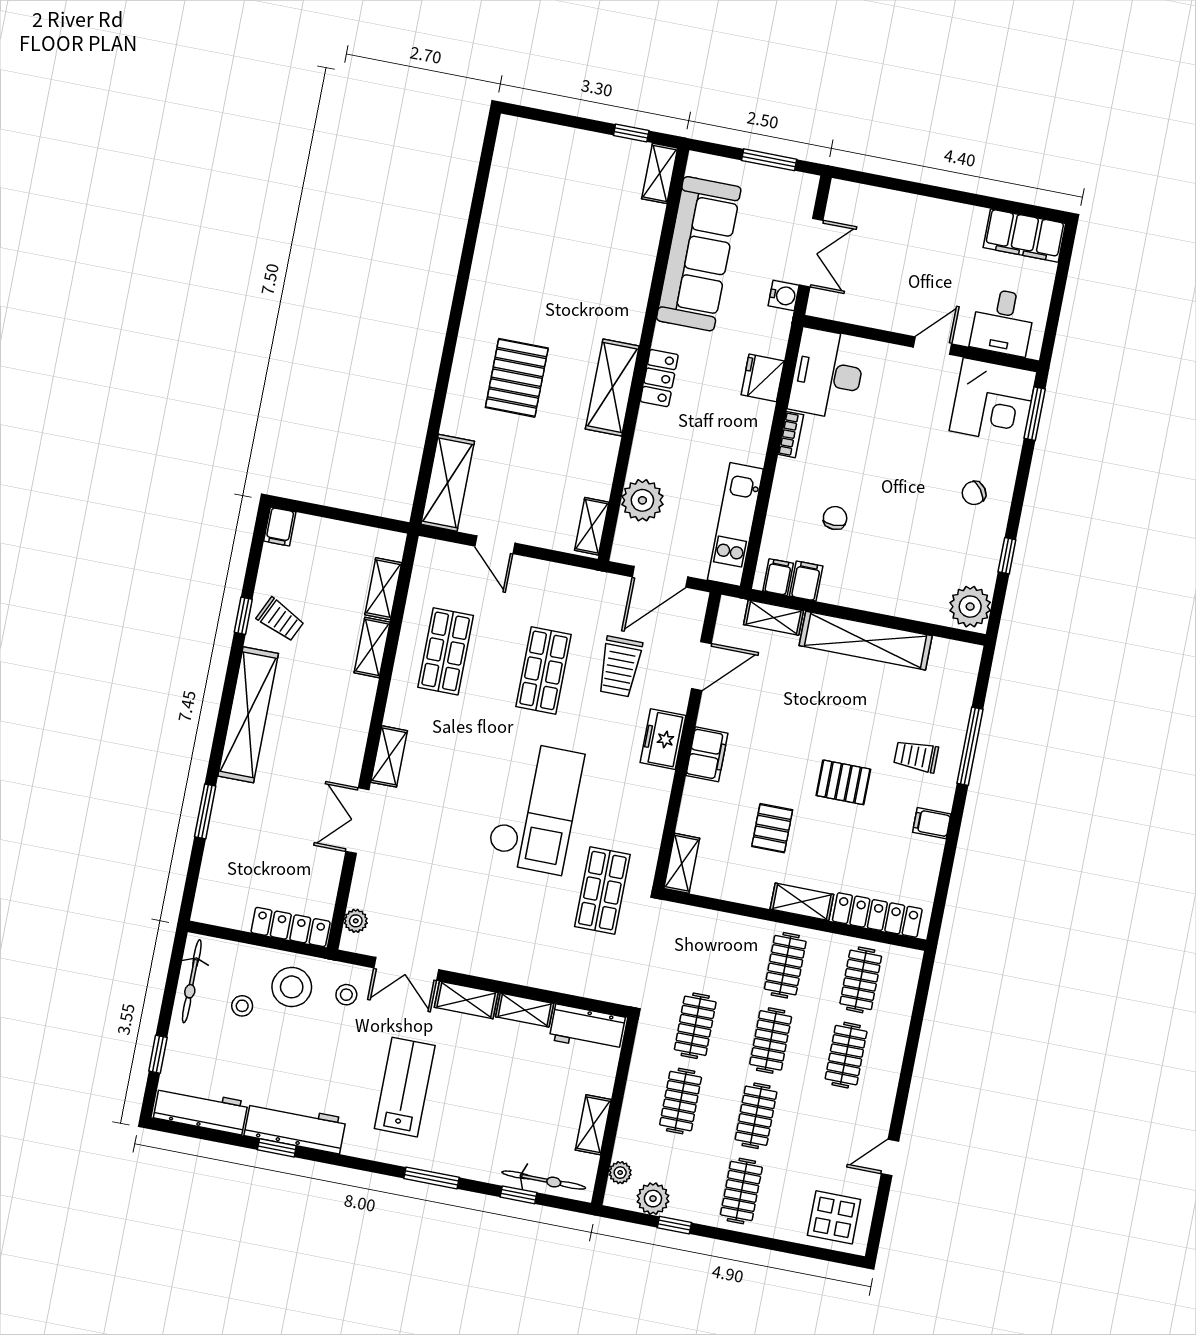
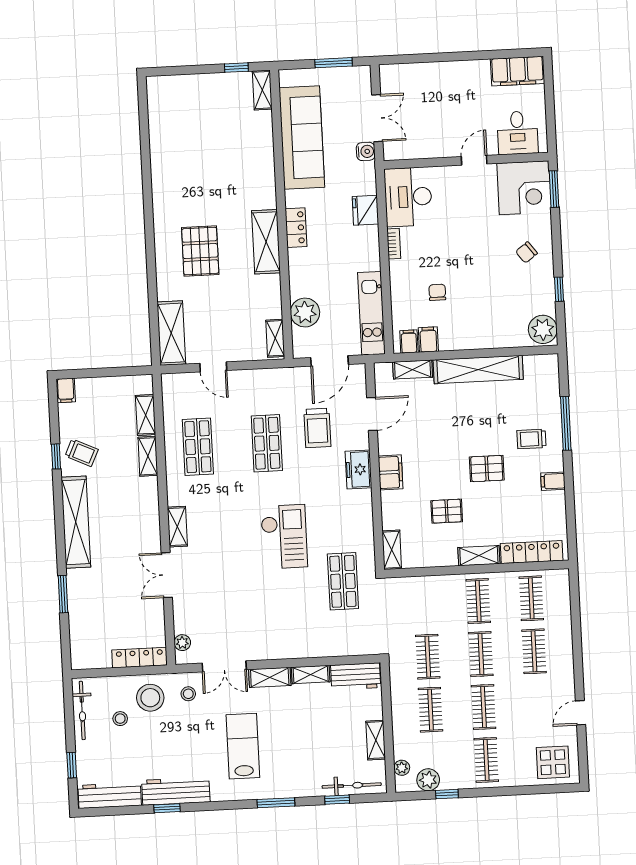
checkout: (535, 808) -> (284, 537), width x0.73, depth x0.83
pallet: (772, 828) -> (447, 511), turned 90

